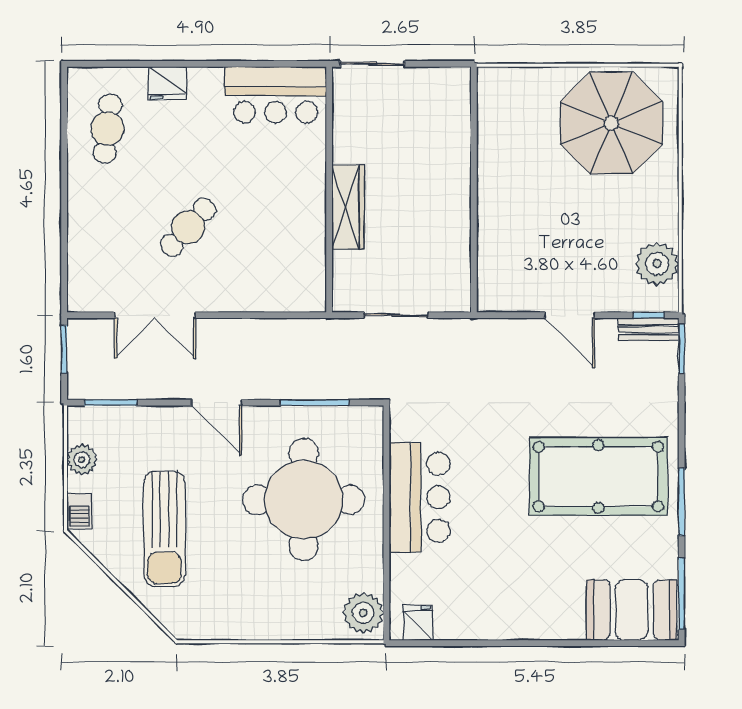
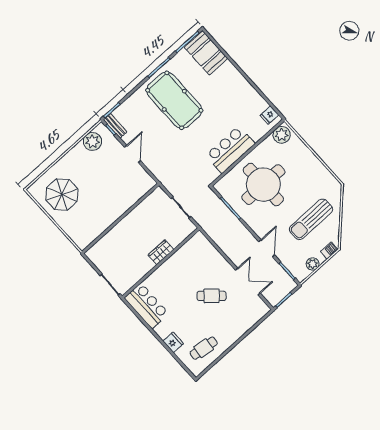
parasol: (611, 123) -> (62, 195), width x0.73, depth x0.73
wardrobe: (348, 207) -> (161, 252), width x0.67
door: (217, 403) -> (267, 248), moved
sun lounger: (164, 529) -> (311, 219), turned 180

